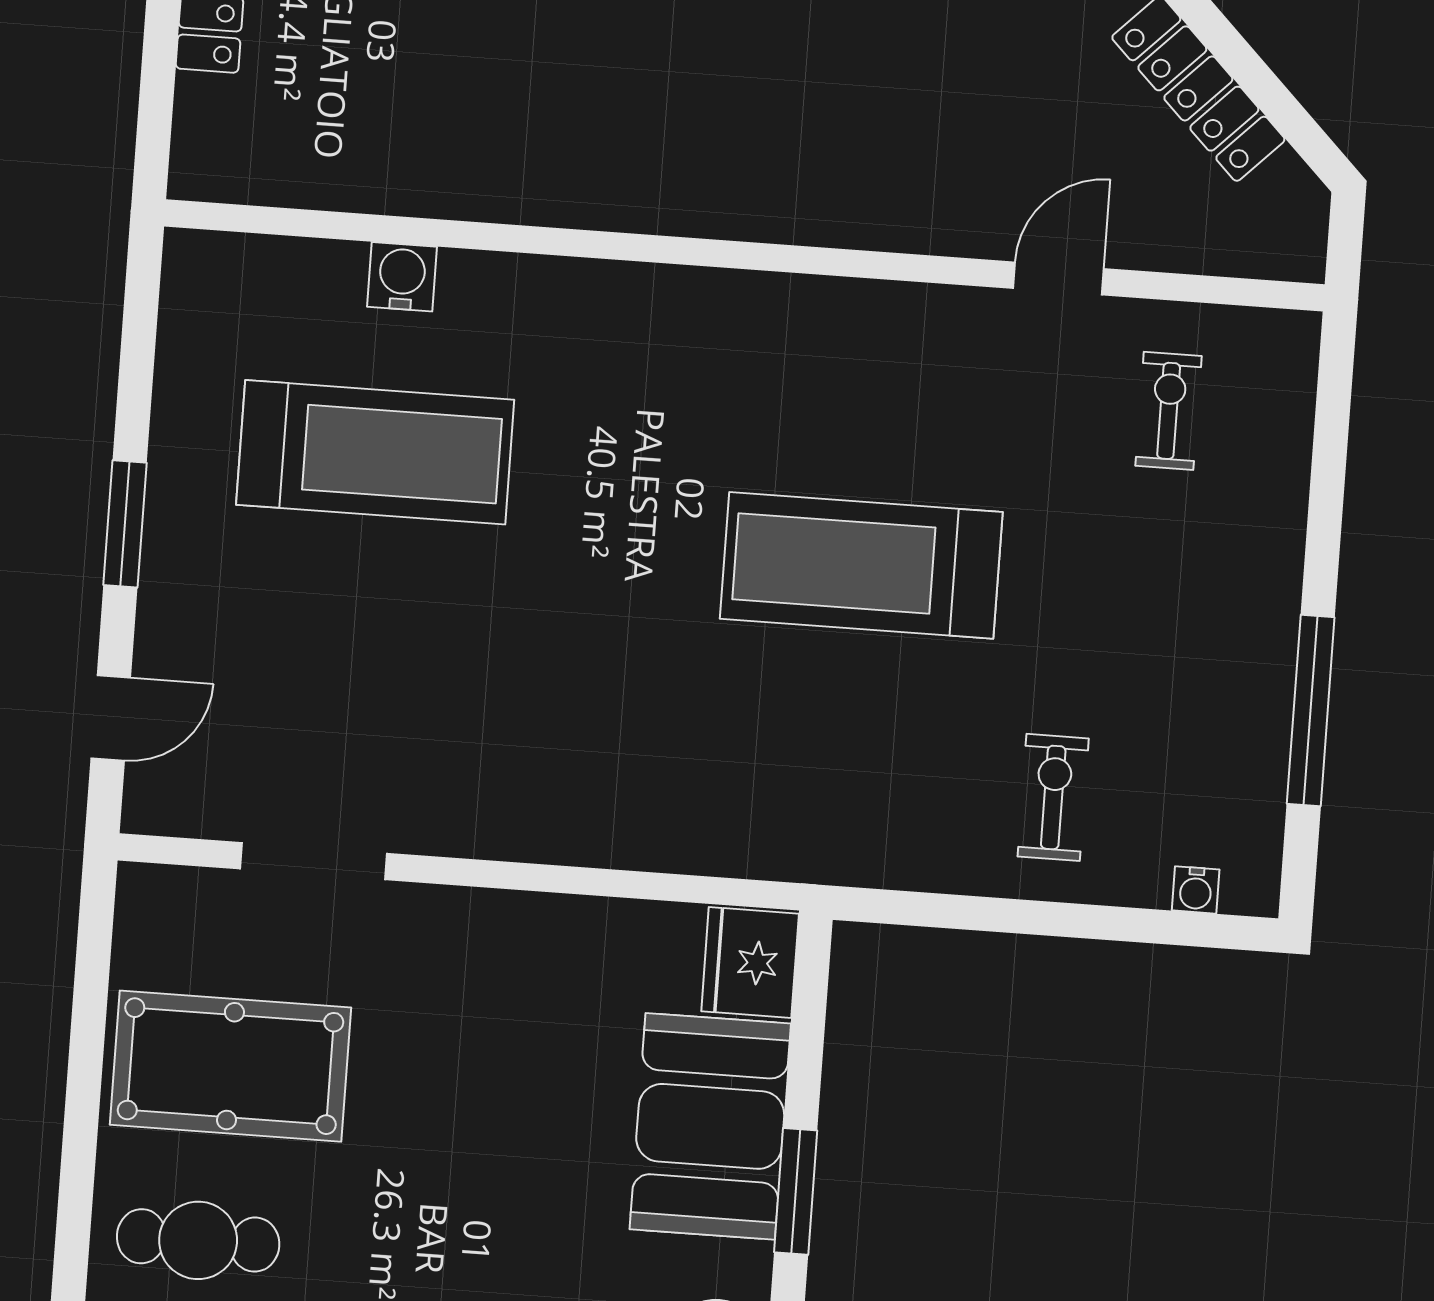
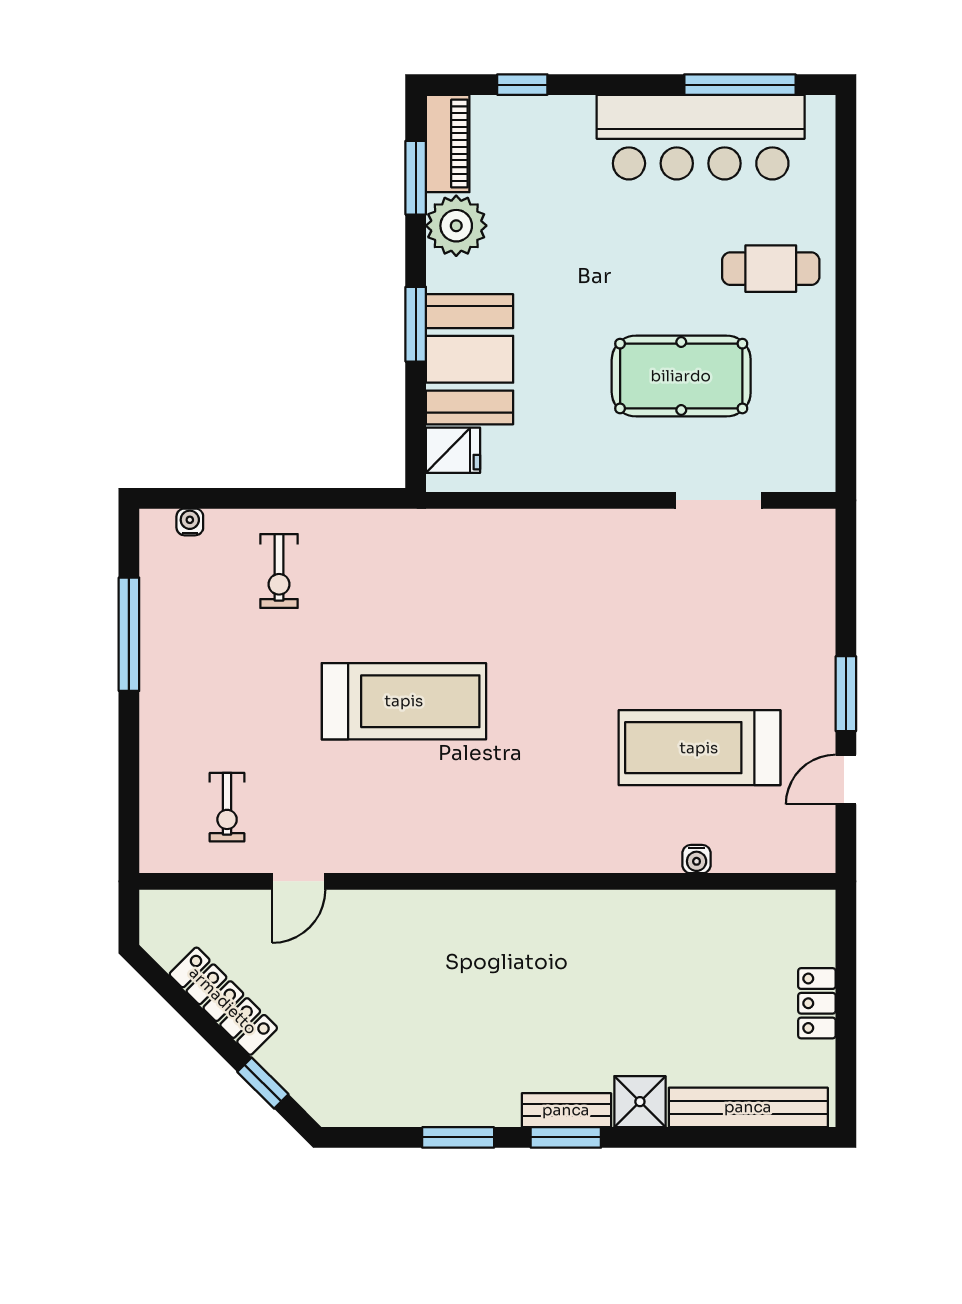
water cooler: (402, 277) -> (697, 859), width x0.72, depth x0.72
door: (111, 718) -> (846, 780), moved
fridge: (750, 962) -> (453, 450), width x0.72
pool table: (230, 1066) -> (681, 376), moved

